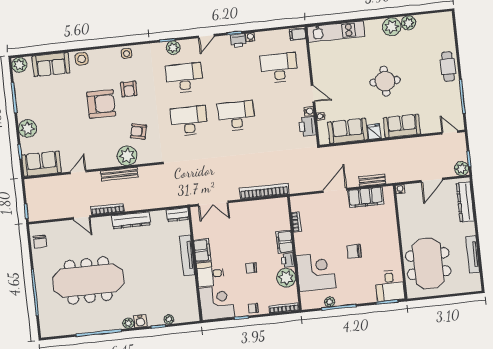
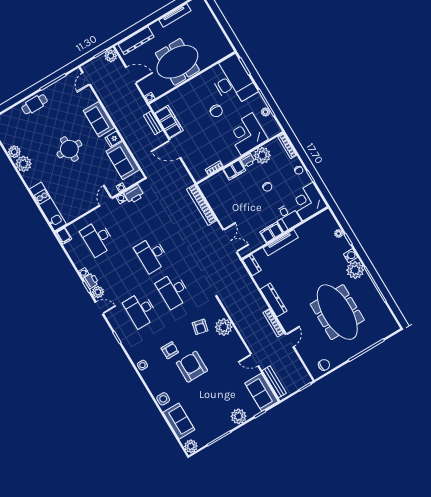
plant: (173, 48) -> (98, 292), moved
bench: (119, 174) -> (274, 382), moved
meeting table: (428, 263) -> (177, 62), moved
desk: (390, 286) -> (233, 81), width x1.87, depth x1.30
plant: (128, 323) -> (355, 270), width x1.88, depth x1.88

